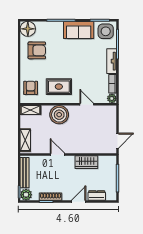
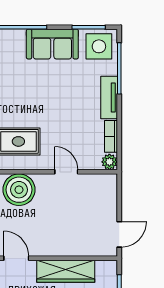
wardrobe: (86, 162) -> (66, 271), width x1.50

